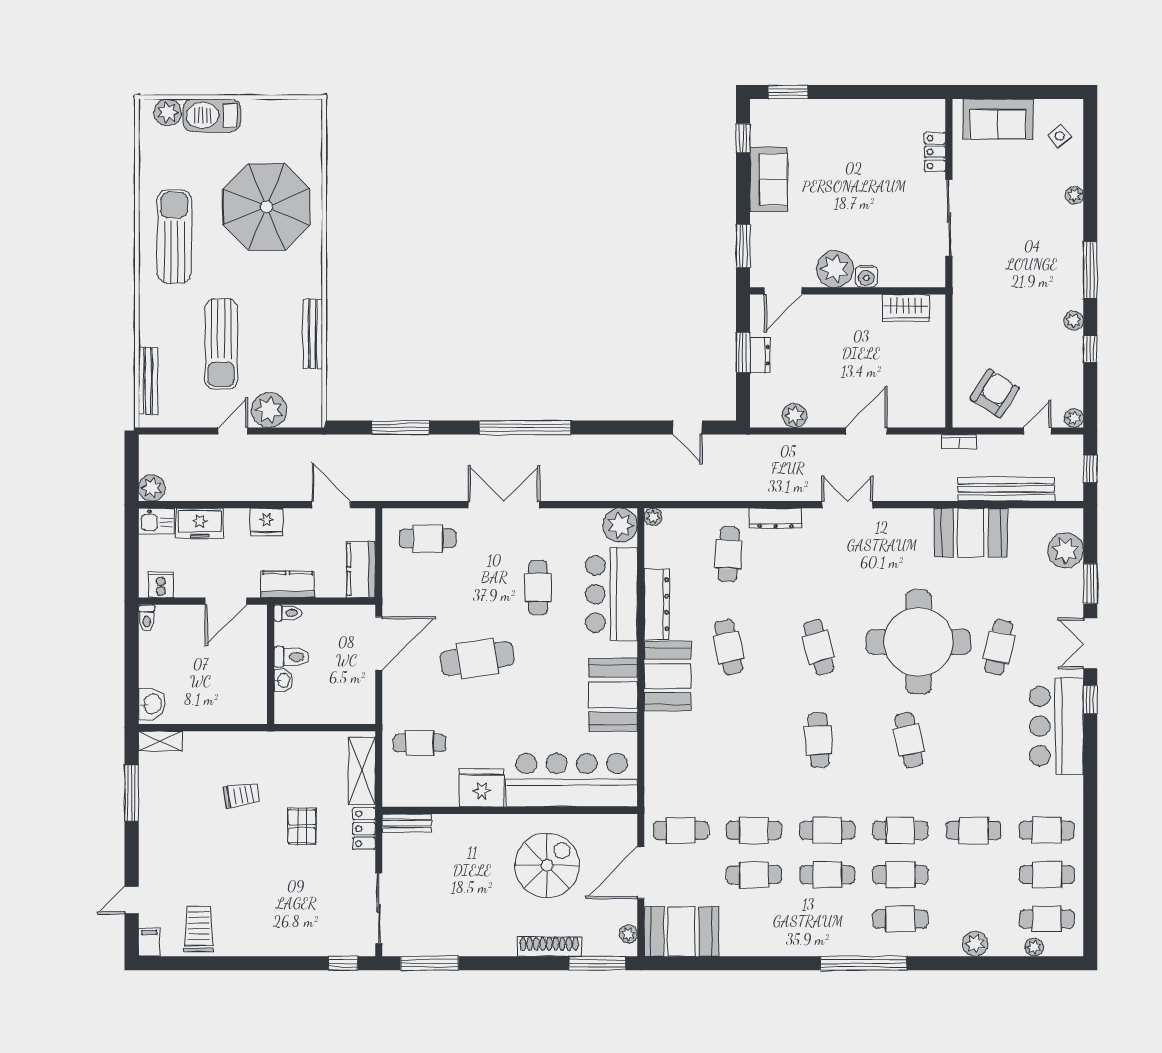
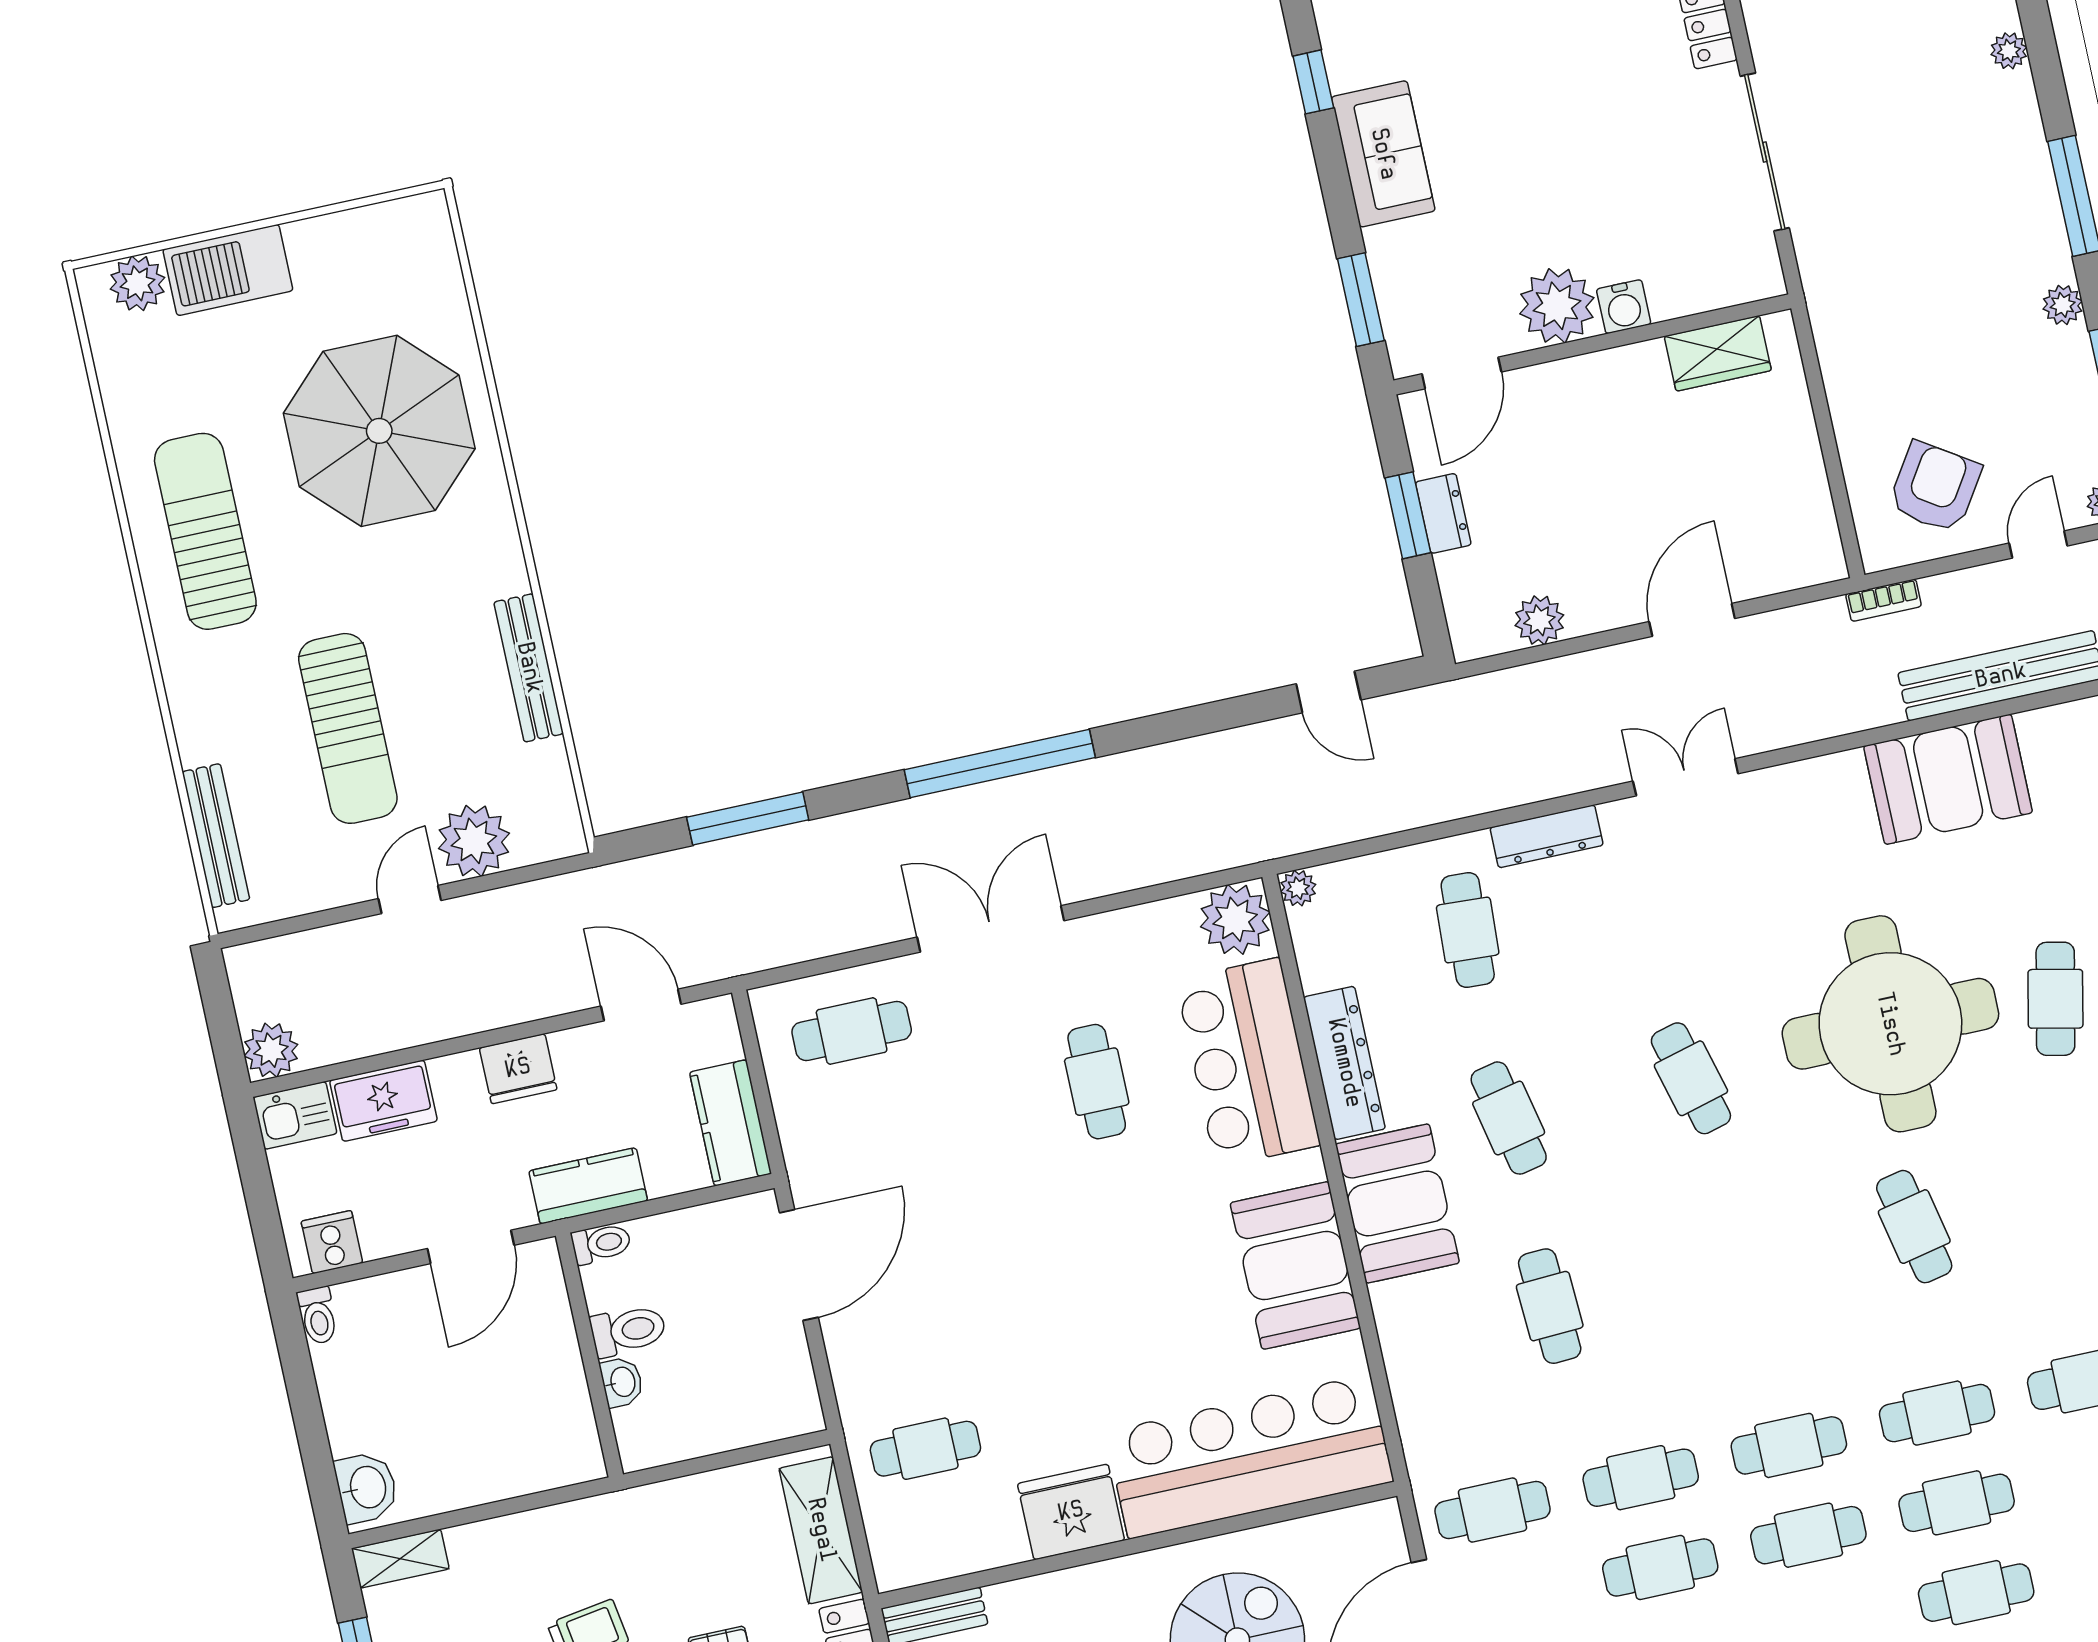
cafe table: (477, 659) -> (1004, 1252), removed
cafe table: (819, 740) -> (1550, 1306), moved

